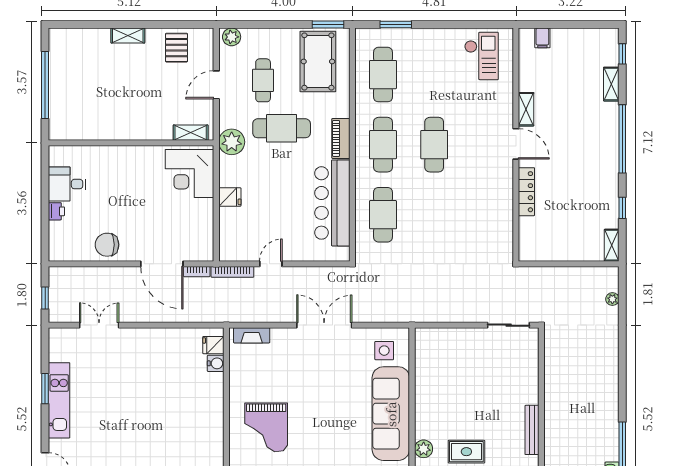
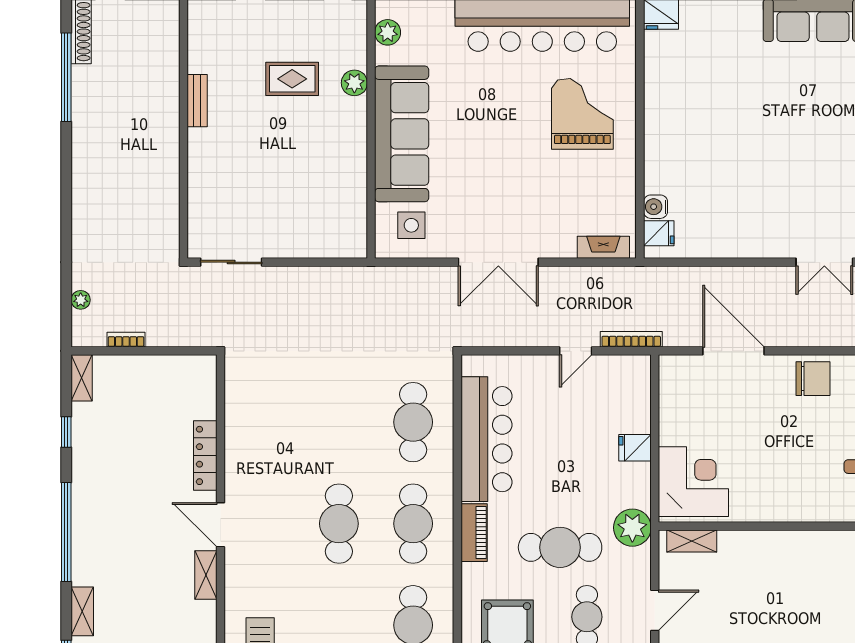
bookcase: (197, 272) -> (126, 340), moved
bench: (532, 430) -> (197, 101), width x0.73

